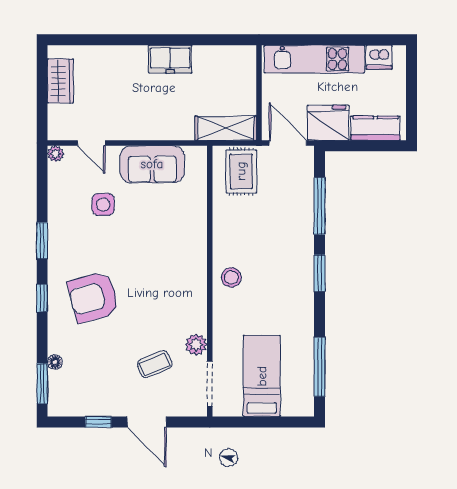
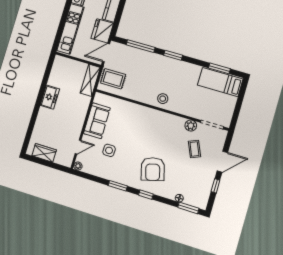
window: (320, 367) -> (219, 68), width x0.69
bed: (262, 376) -> (220, 82), moved

